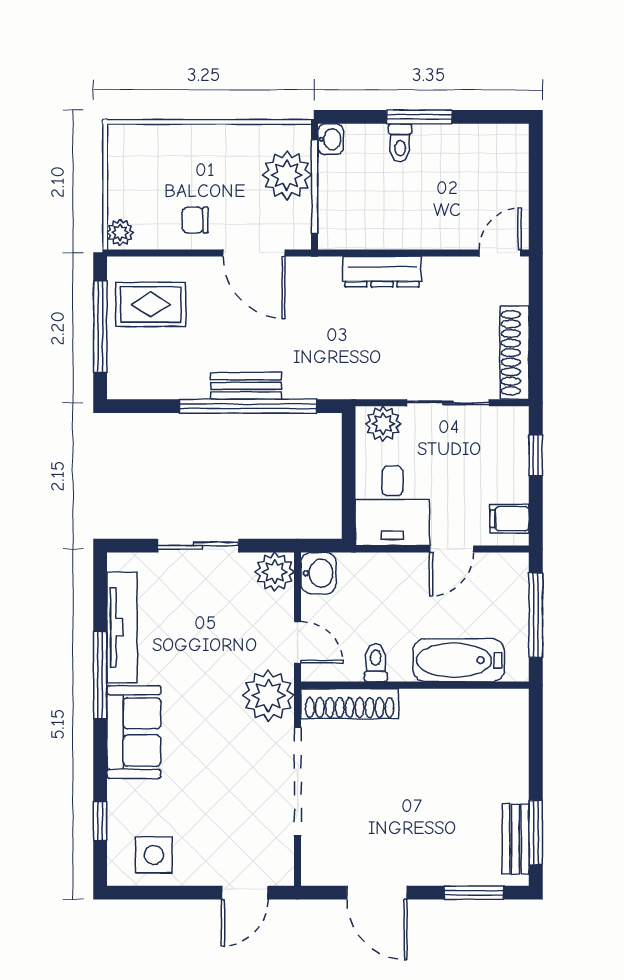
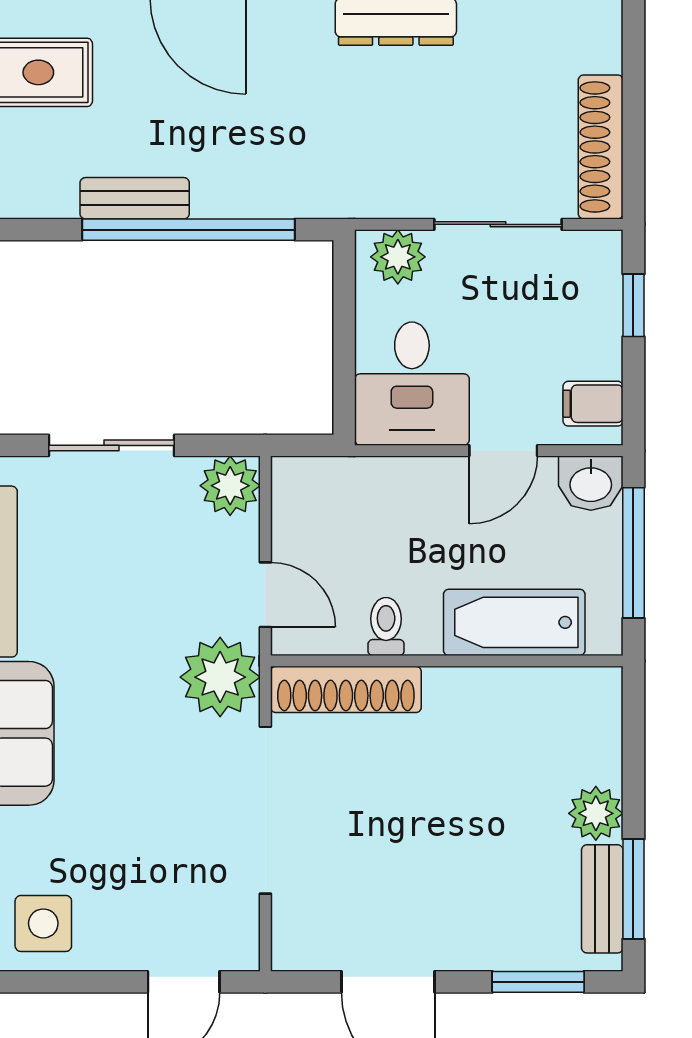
bench: (246, 386) -> (135, 198), moved
washbasin: (319, 573) -> (591, 483), moved, turned 90
plant: (511, 784) -> (596, 813), added

